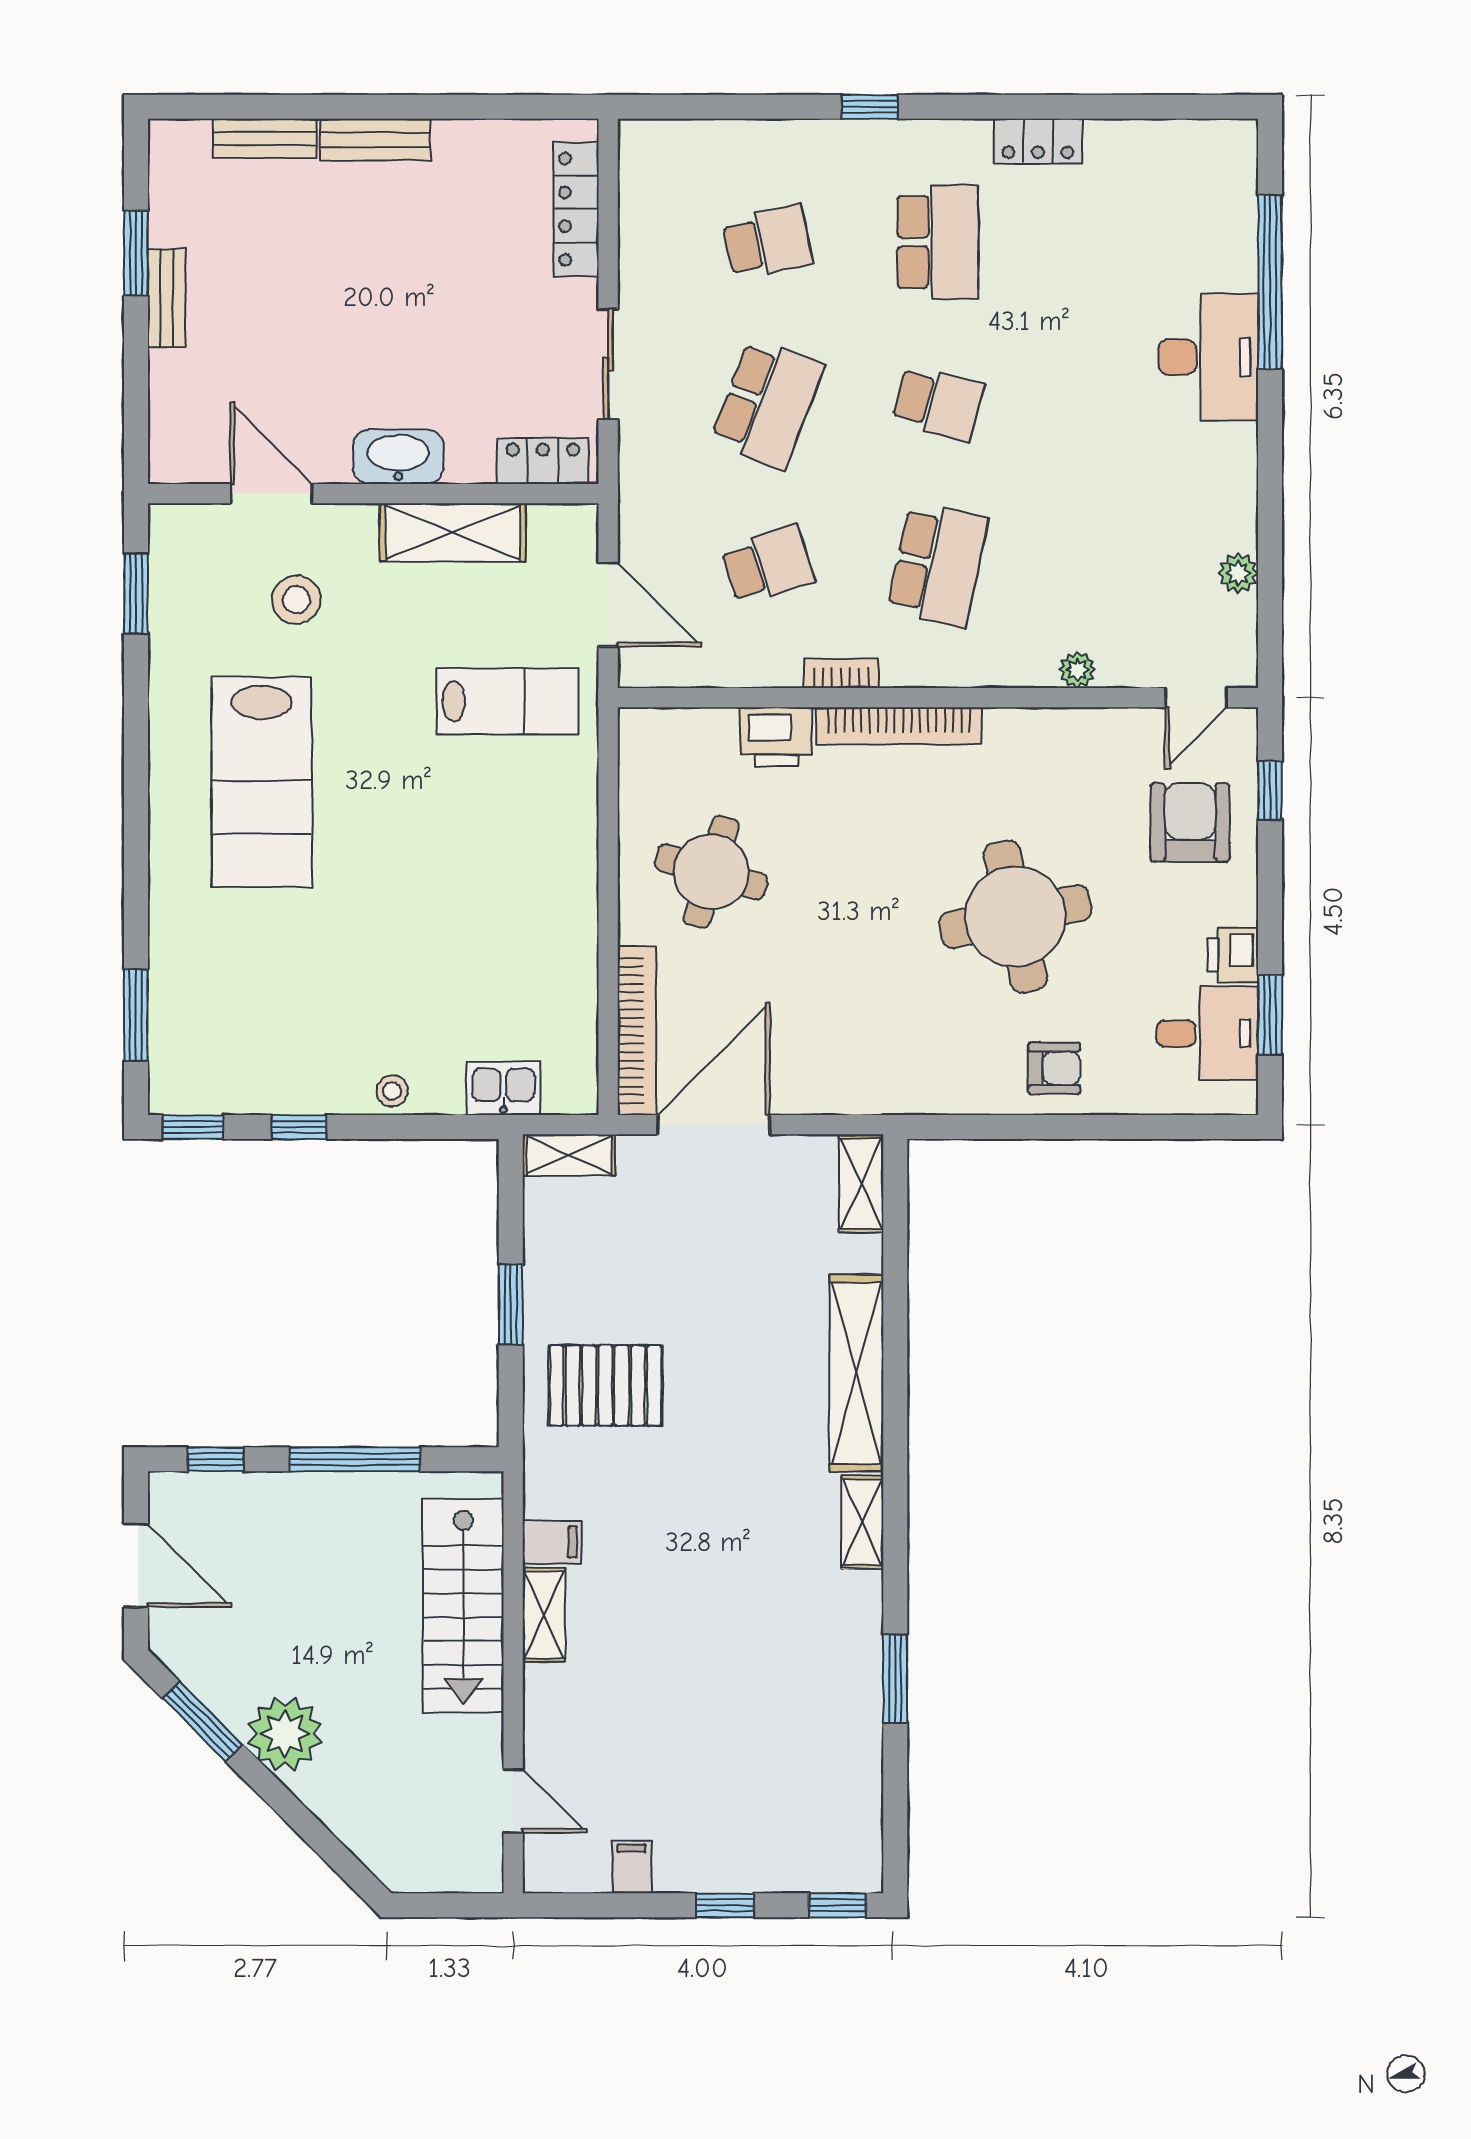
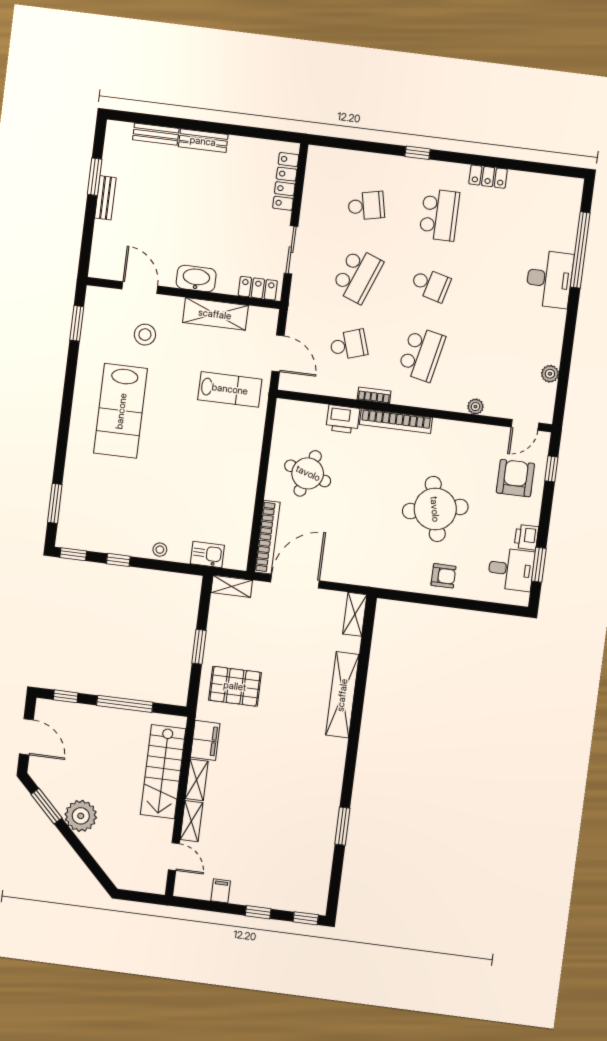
shelving: (862, 1522) -> (191, 821), moved
filing cabinet: (552, 1542) -> (205, 740), width x2.00

